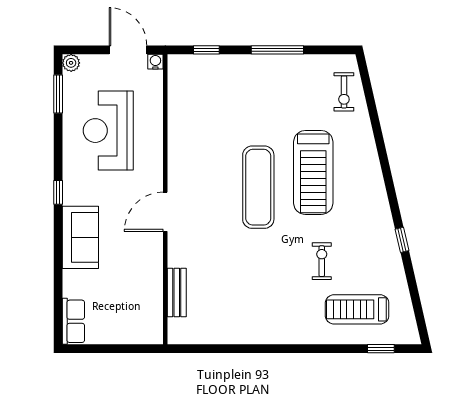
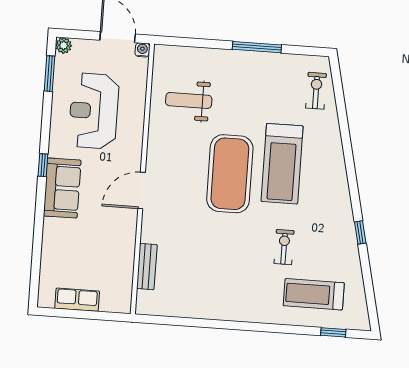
window: (206, 50) -> (191, 42), removed
exercise bike: (344, 92) -> (316, 91), turned 180
weight bench: (209, 112) -> (189, 100), added
exercise mat: (258, 187) -> (230, 174), width x1.47
sofa: (80, 237) -> (62, 188), moved
row of seats: (73, 321) -> (77, 300), moved, turned -90

